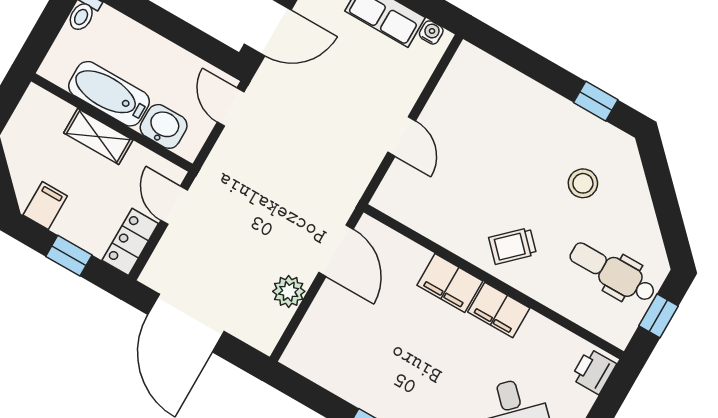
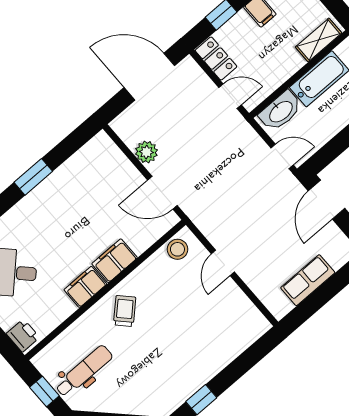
water cooler: (431, 32) -> (285, 307), removed
washbasin: (164, 126) -> (280, 111), width x1.38
shelving: (98, 137) -> (319, 40), moved
door: (402, 137) -> (223, 263), hinge flipped
stool: (583, 183) -> (177, 249), moved

